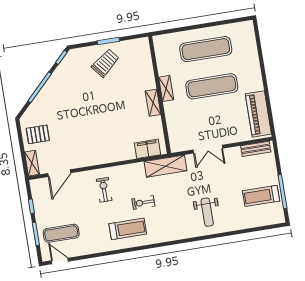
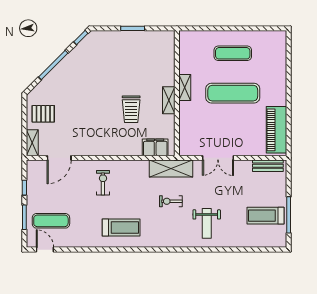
exercise mat: (206, 49) -> (233, 53), width x0.73, depth x0.69
trolley: (105, 63) -> (131, 109), moved, turned 129
exercise bike: (143, 203) -> (171, 201), moved

